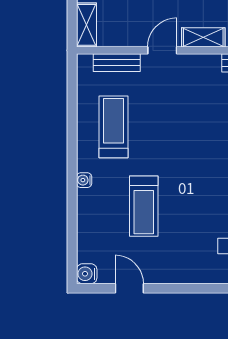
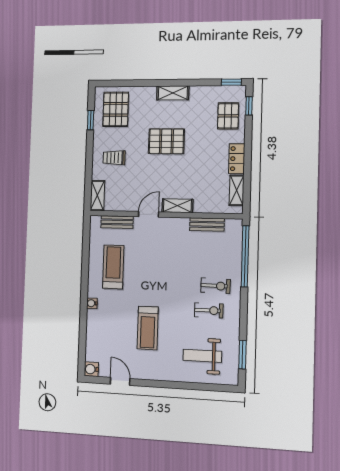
treadmill: (144, 206) -> (148, 328), moved

